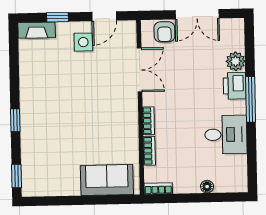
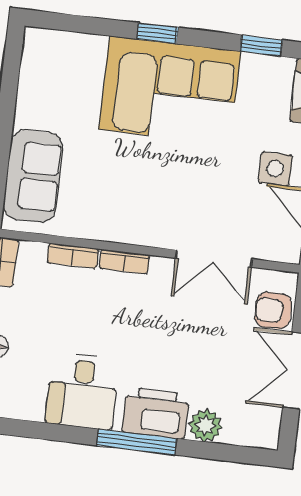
printer: (235, 86) -> (156, 413), width x1.37, depth x1.19
corner sofa: (47, 109) -> (170, 90), added
window: (16, 176) -> (261, 46), moved

